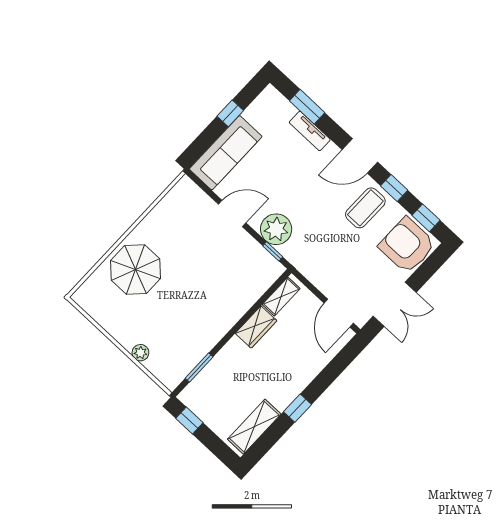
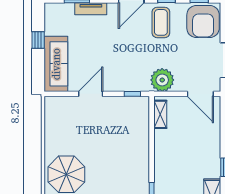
plant: (276, 229) -> (162, 80), moved
armchair: (407, 245) -> (203, 22), turned -90
wardrobe: (256, 327) -> (162, 144), removed

